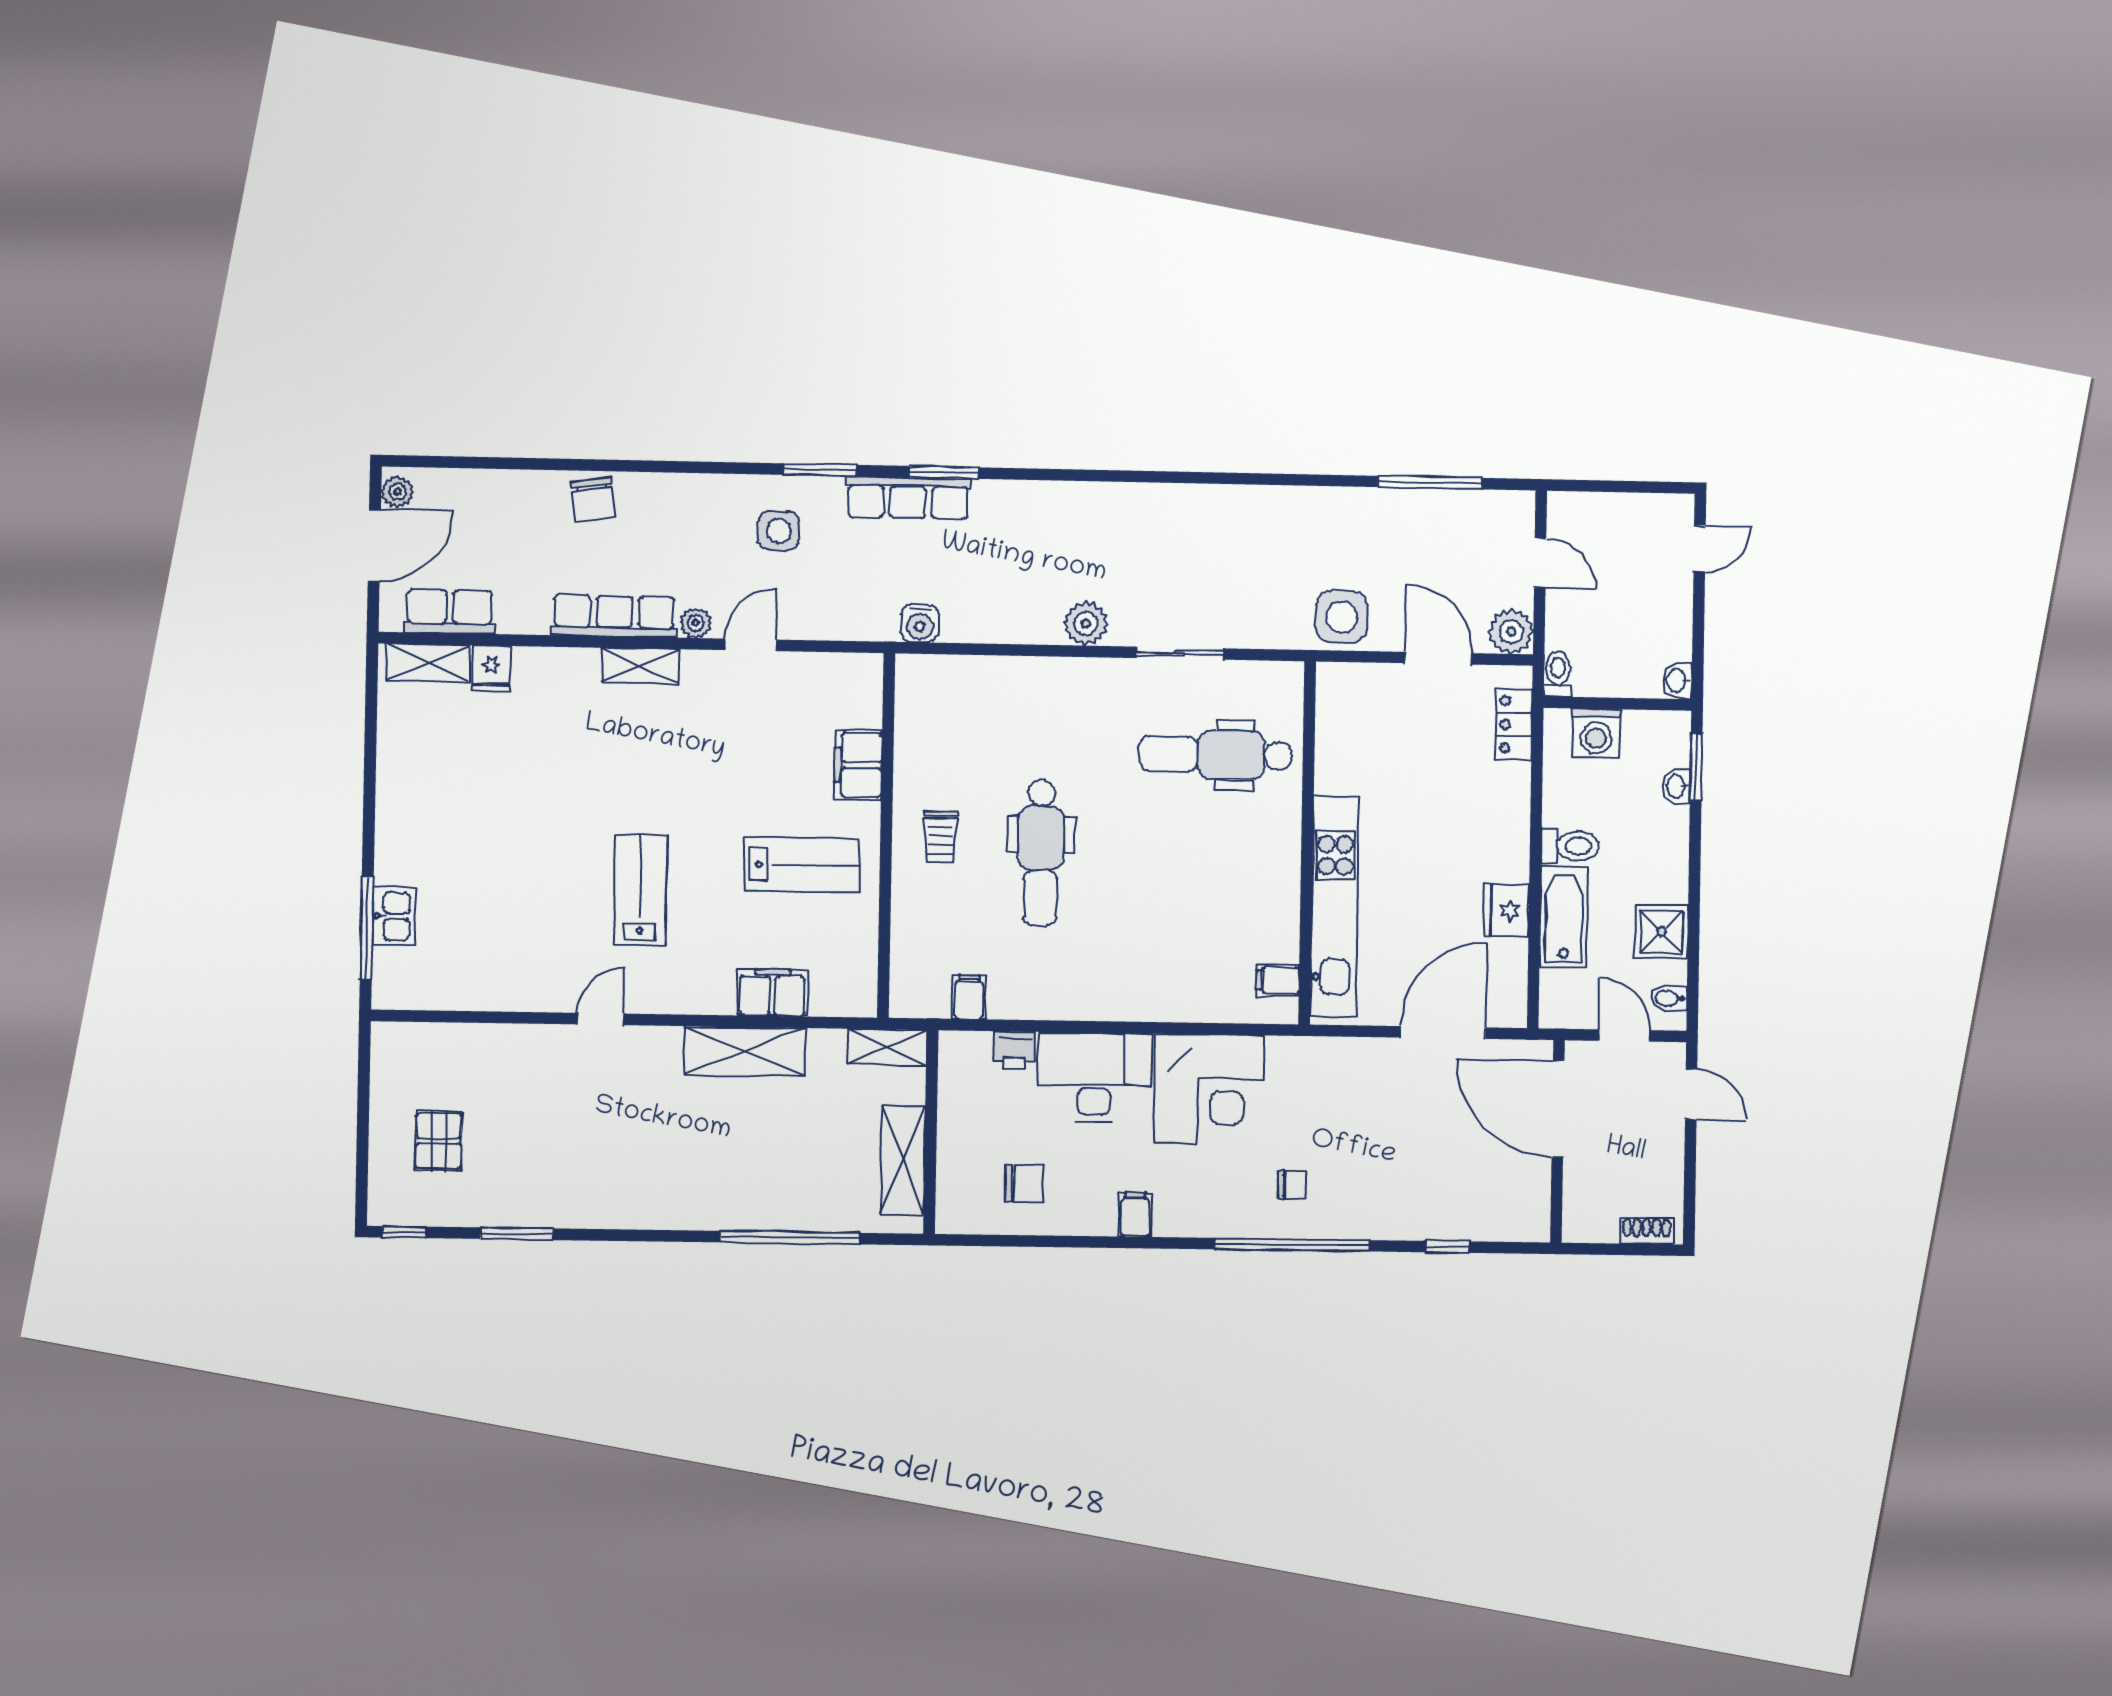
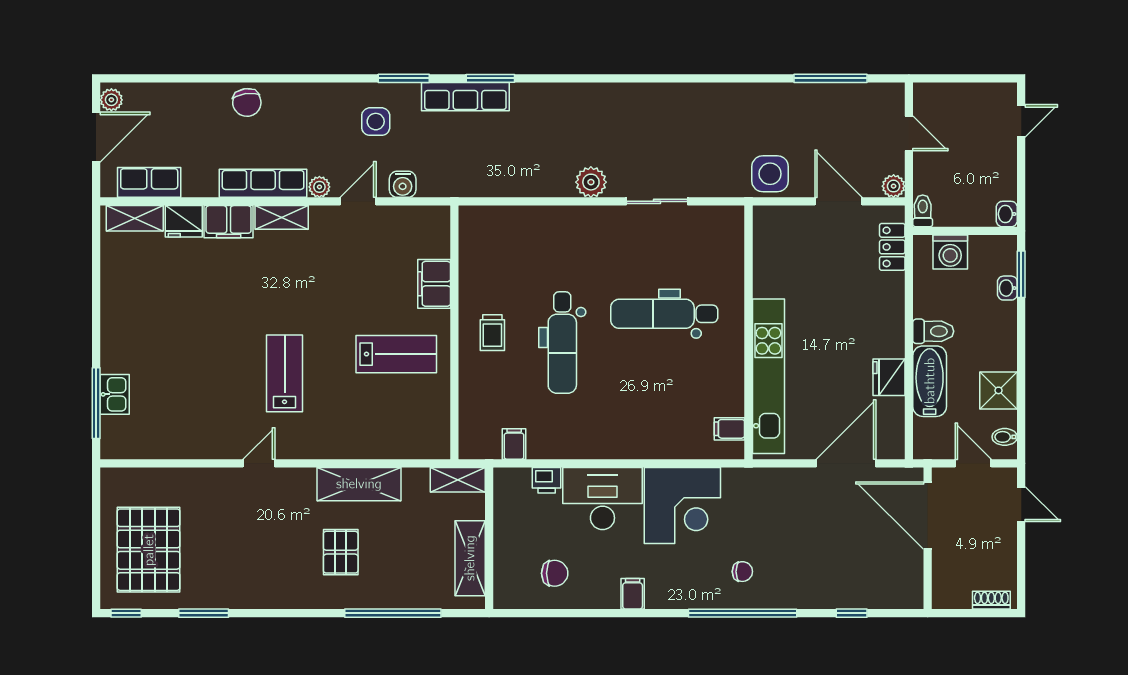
water cooler: (920, 623) -> (403, 184), moved
plant: (1511, 632) -> (894, 186), width x0.73, depth x0.73
fridge: (491, 668) -> (184, 221), width x1.38
dental chair: (1216, 755) -> (664, 314), moved
filing cabinet: (772, 993) -> (229, 222), moved, turned 180
pallet: (439, 1141) -> (149, 550), width x2.05, depth x2.00
pallet: (717, 1149) -> (341, 552), added

